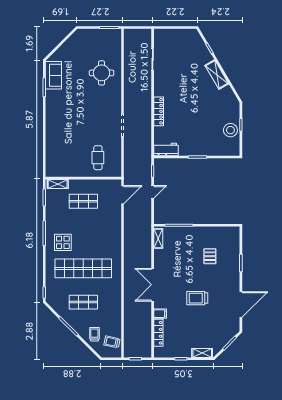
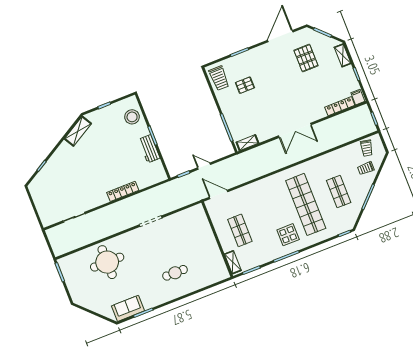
round table: (102, 73) -> (107, 262), width x1.36, depth x1.36
shelving: (217, 75) -> (78, 131), moved
stool: (230, 130) -> (132, 117), moved
workbench: (166, 150) -> (149, 149), moved
cafe table: (98, 158) -> (175, 273), moved
trolley: (197, 298) -> (219, 78), moved
door: (241, 305) -> (280, 36), hinge flipped
filing cabinet: (160, 314) -> (358, 97), moved
pallet: (213, 320) -> (306, 58), added

